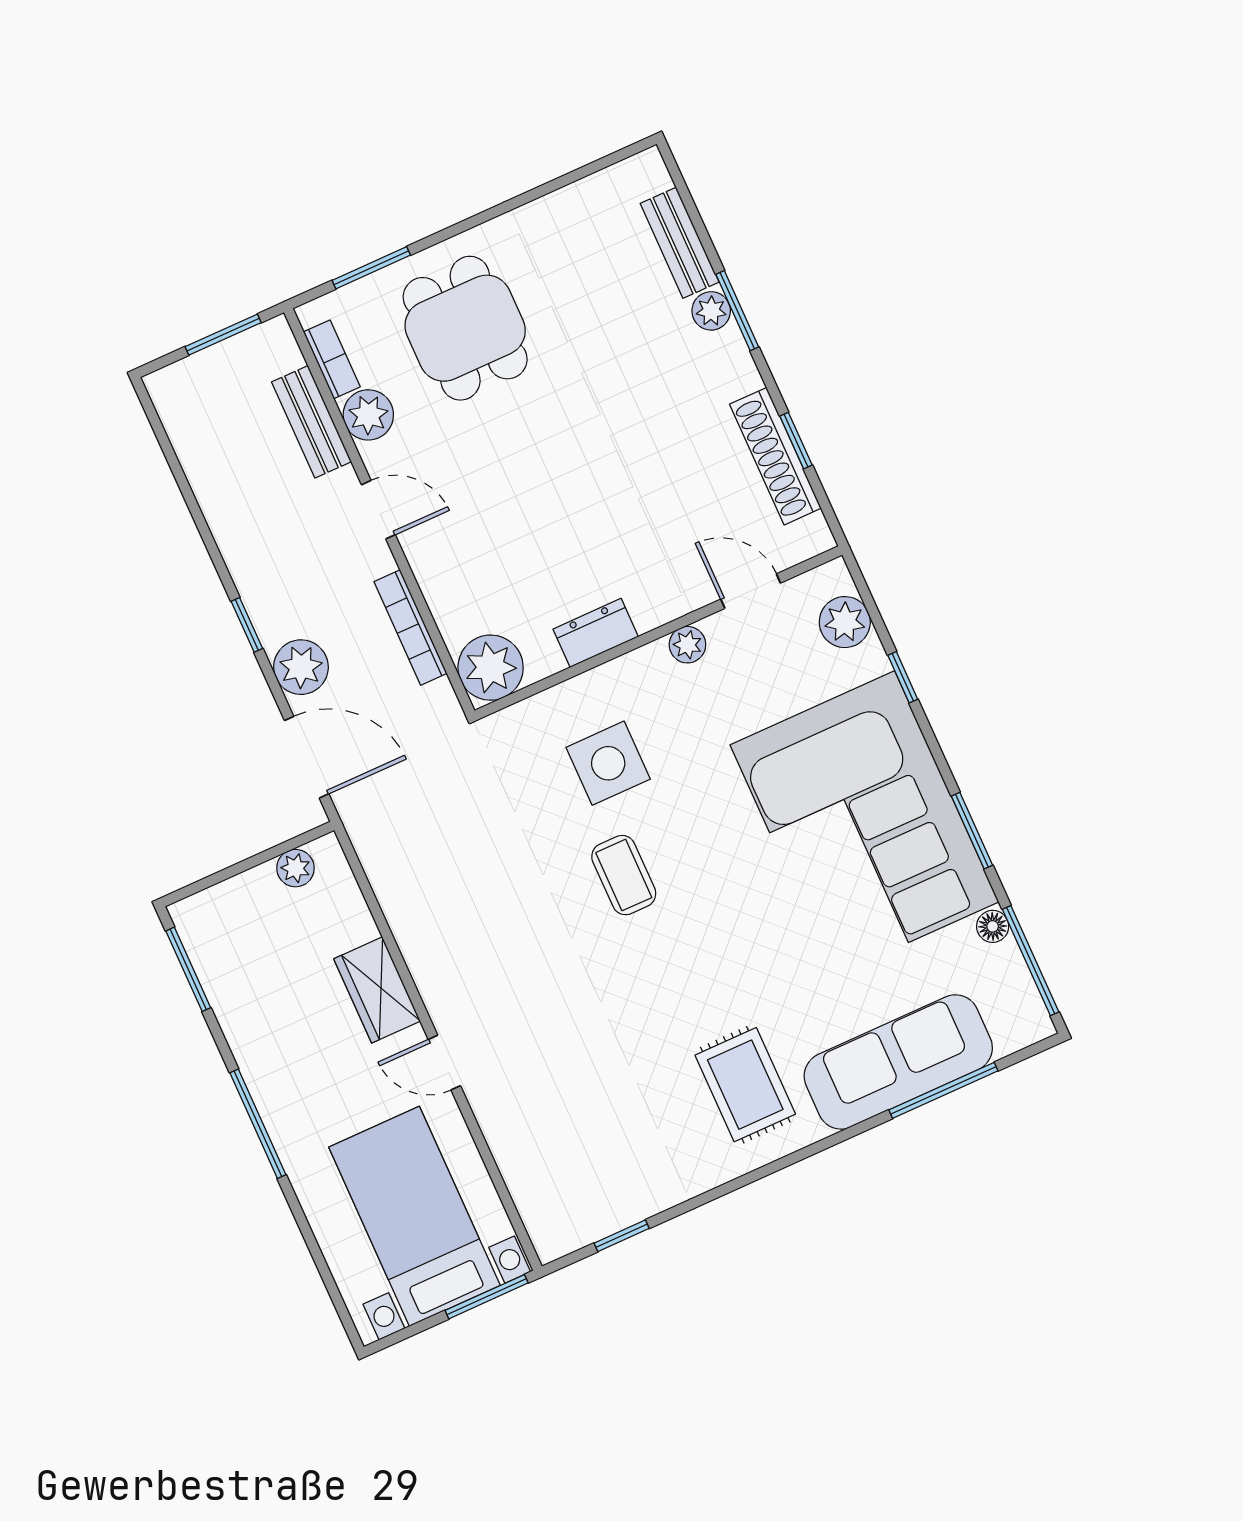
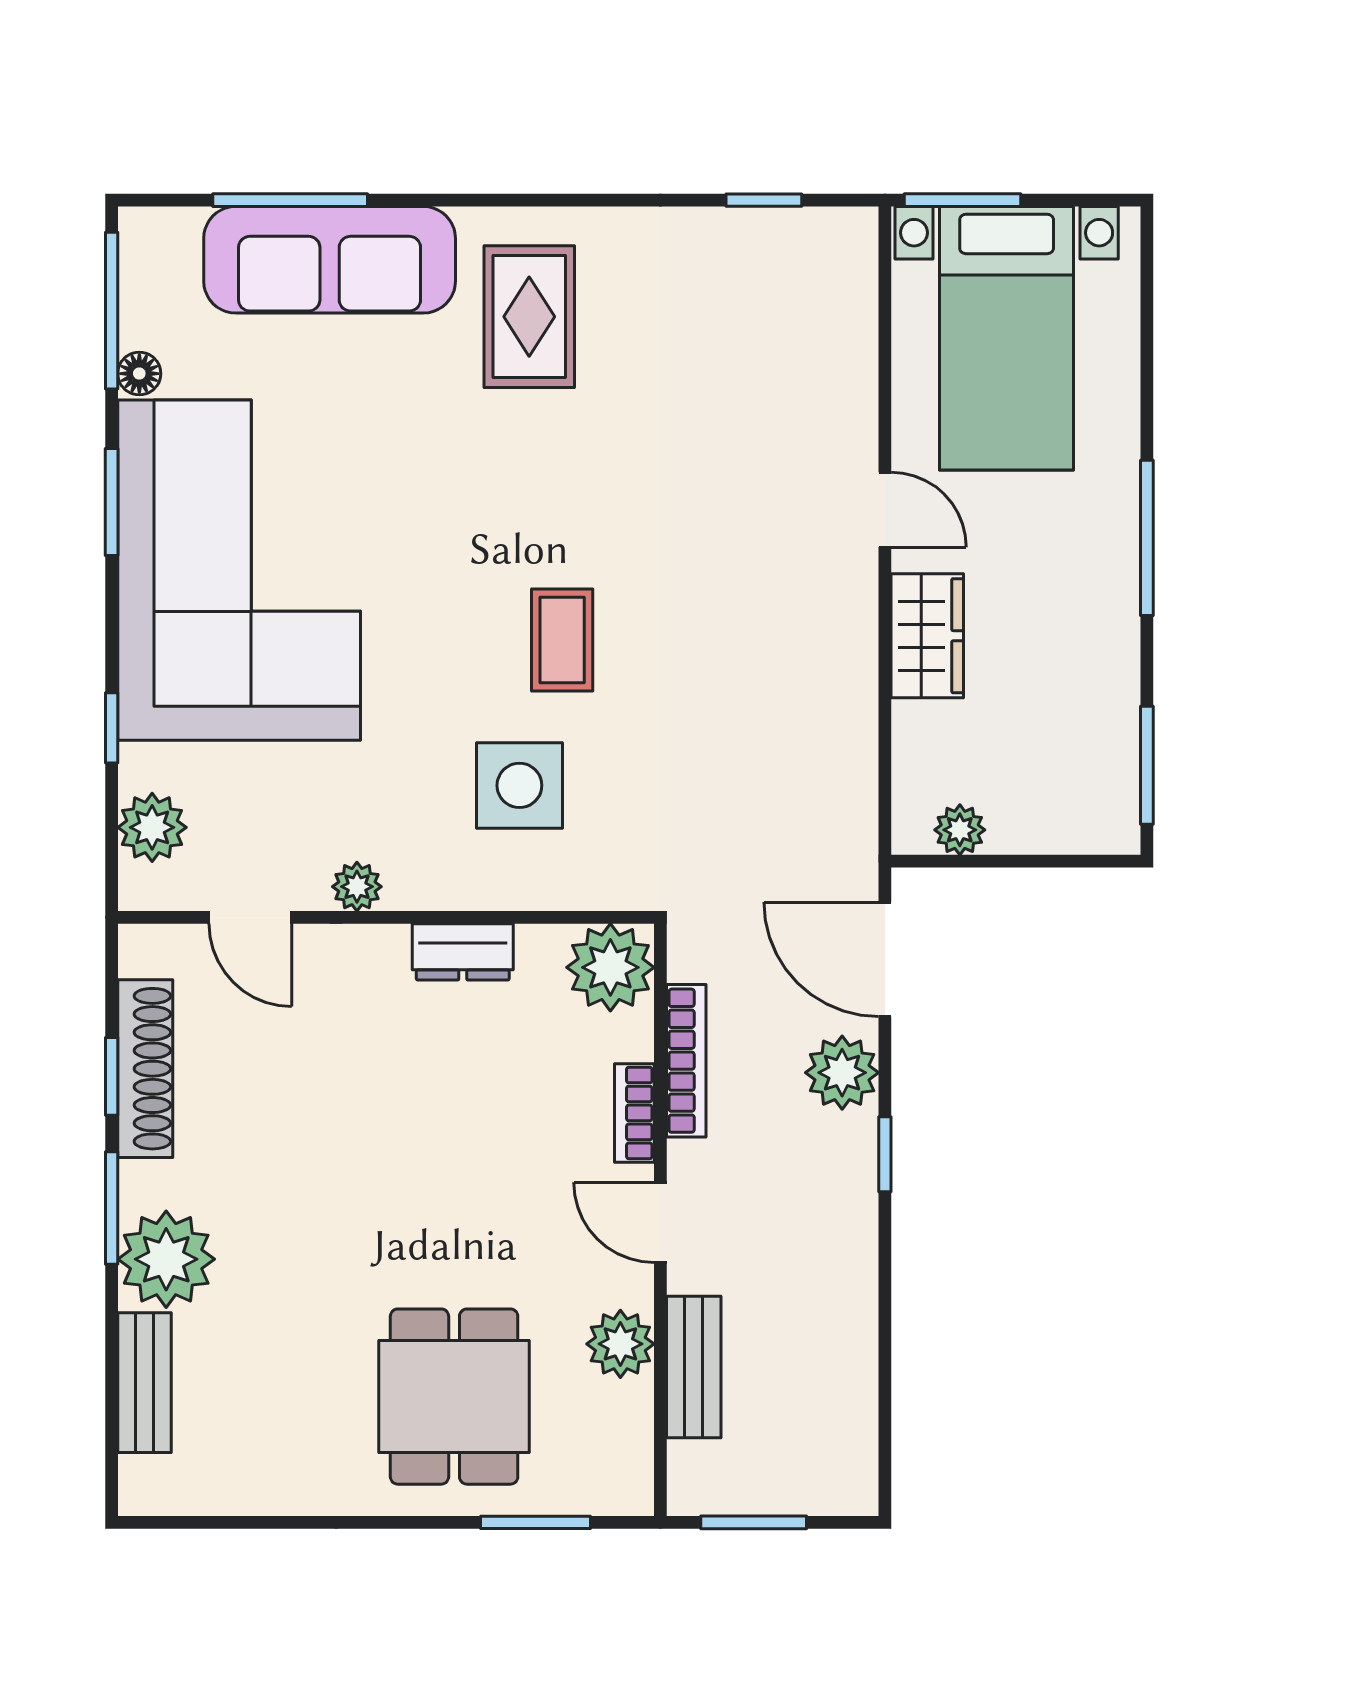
plant: (711, 311) -> (166, 1259), width x1.88, depth x1.88
window: (737, 311) -> (112, 1208), moved
bookcase: (332, 359) -> (634, 1113), moved

